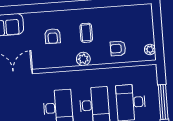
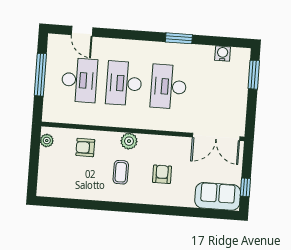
armchair: (118, 48) -> (85, 148), turned 180

